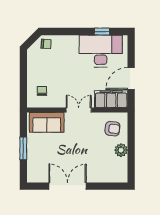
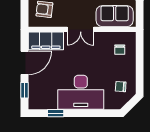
chair: (46, 44) -> (121, 87), moved
desk: (101, 51) -> (81, 92), moved
window: (131, 53) -> (24, 90), added

